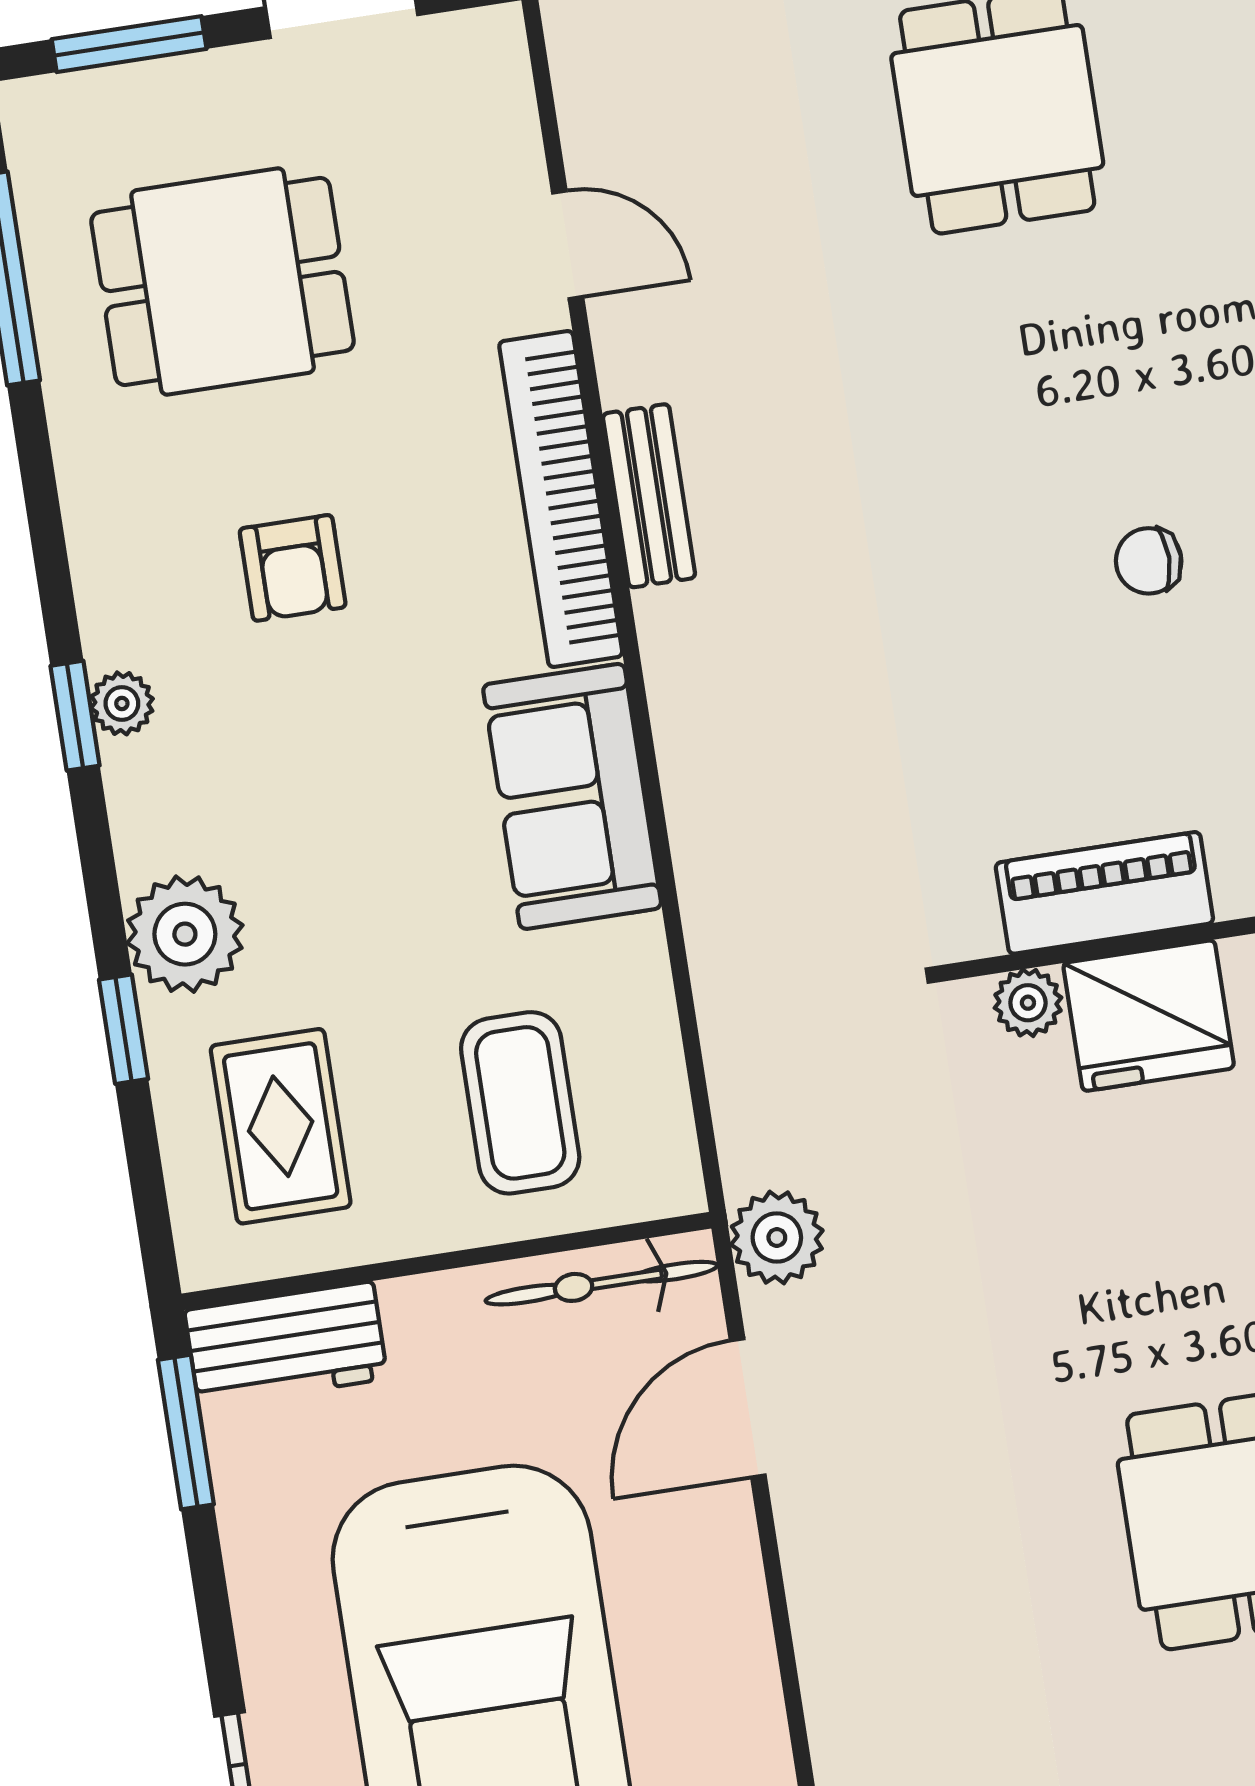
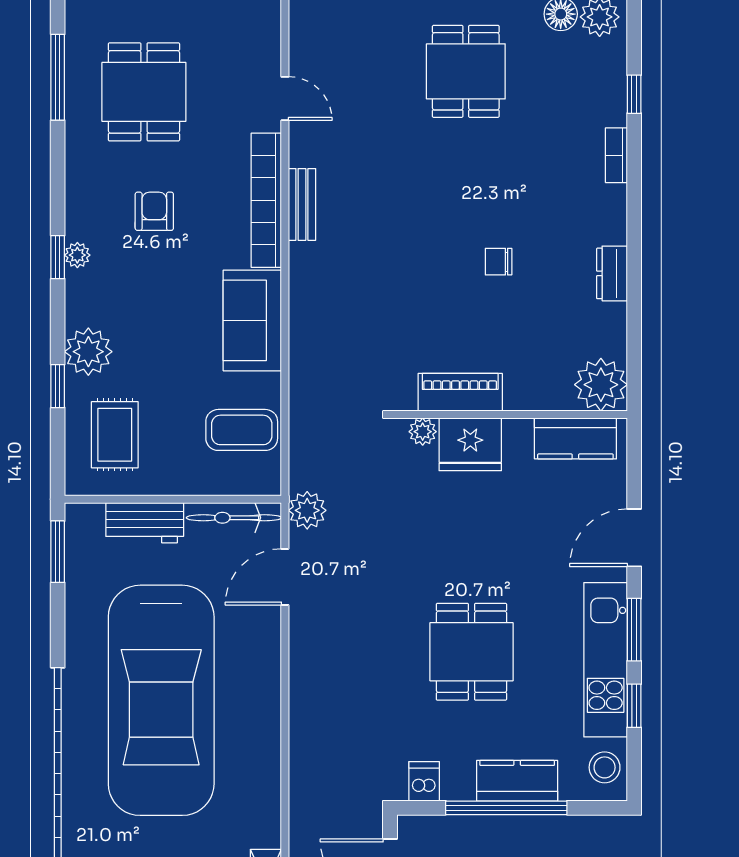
dining table: (223, 281) -> (144, 92), turned 90
armchair: (293, 568) -> (154, 211), turned 180
coffee table: (520, 1103) -> (242, 430), moved, turned 90
workbench: (286, 1344) -> (145, 523), moved

